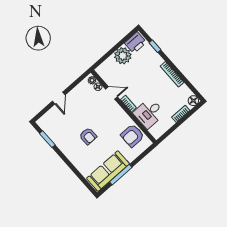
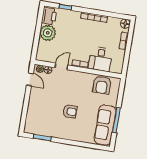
door: (59, 98) -> (30, 79), moved

